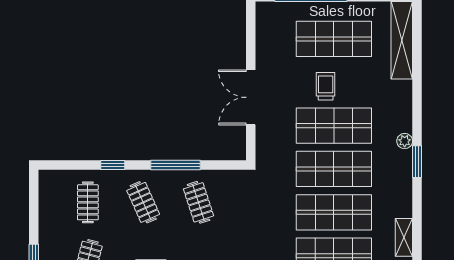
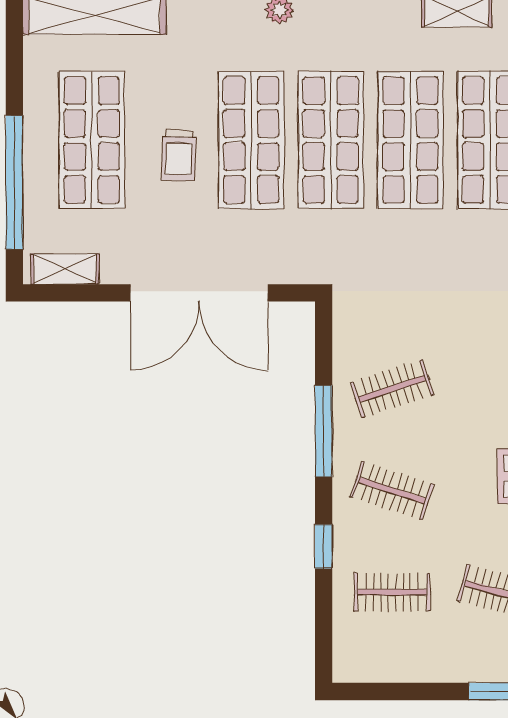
shelving: (264, 24) -> (65, 269), added
trolley: (326, 86) -> (179, 155), turned -88
double door: (251, 97) -> (199, 293), width x1.36
clothes rail: (143, 202) -> (392, 490), turned 42

